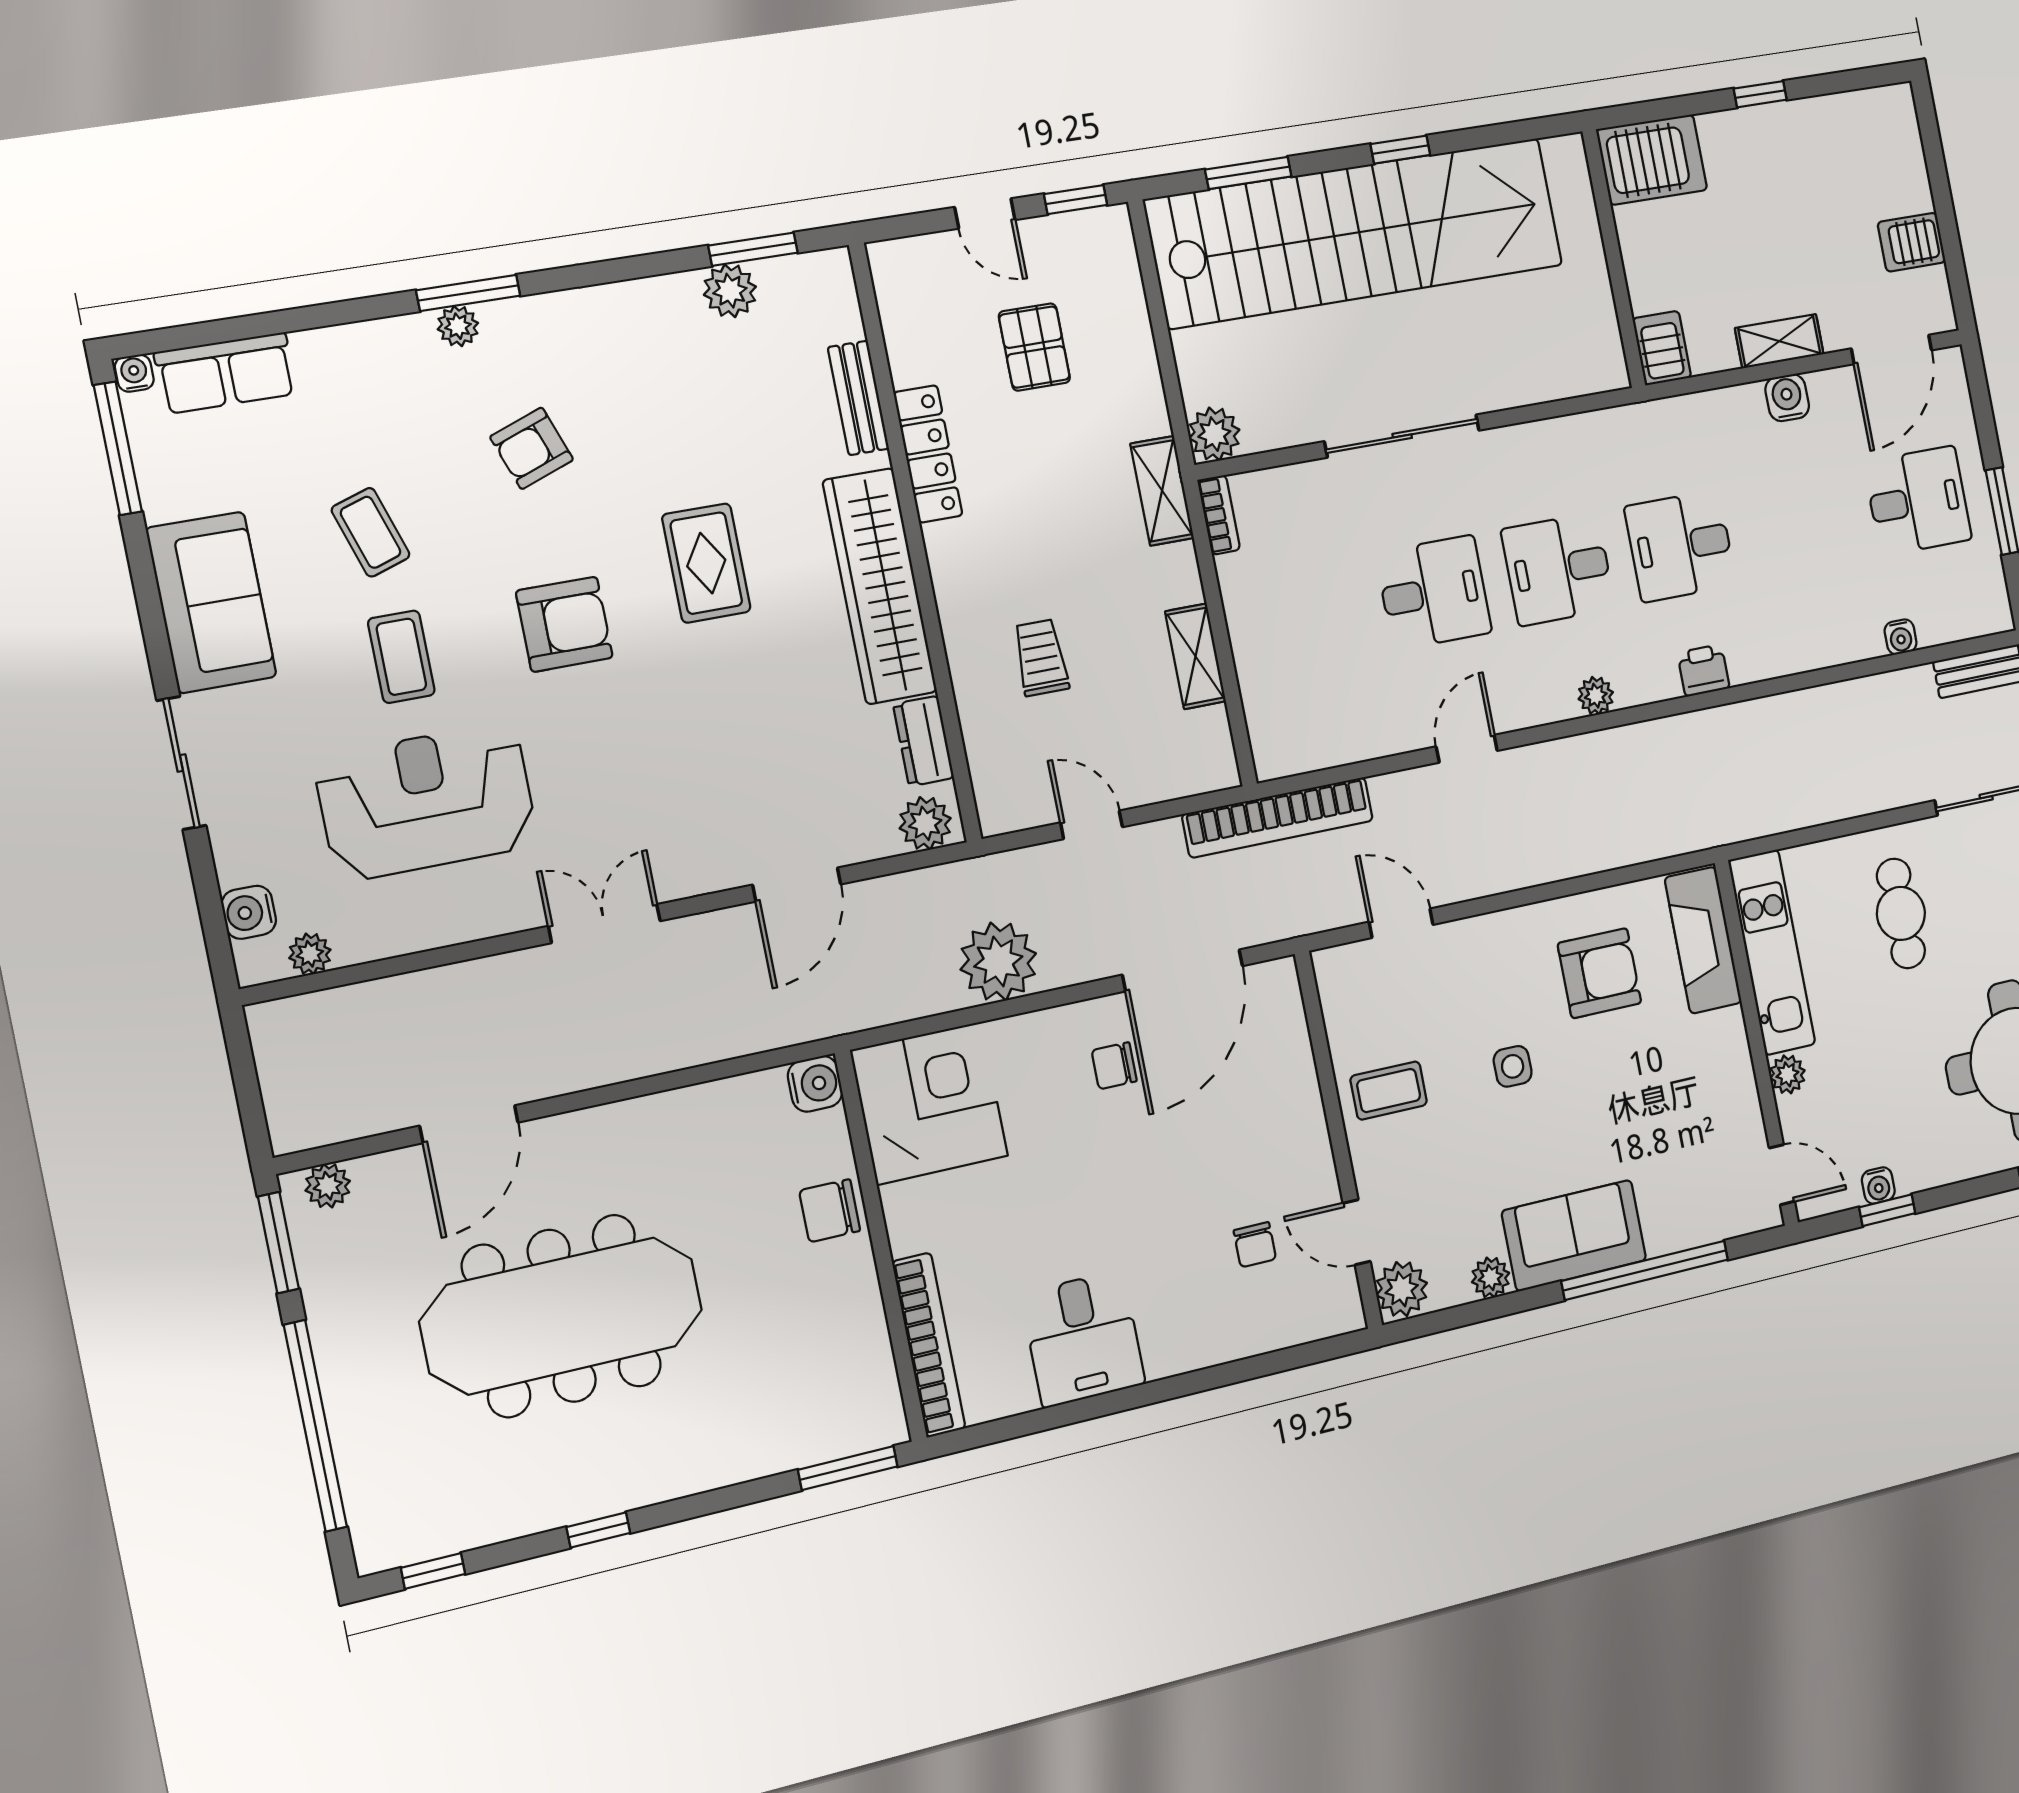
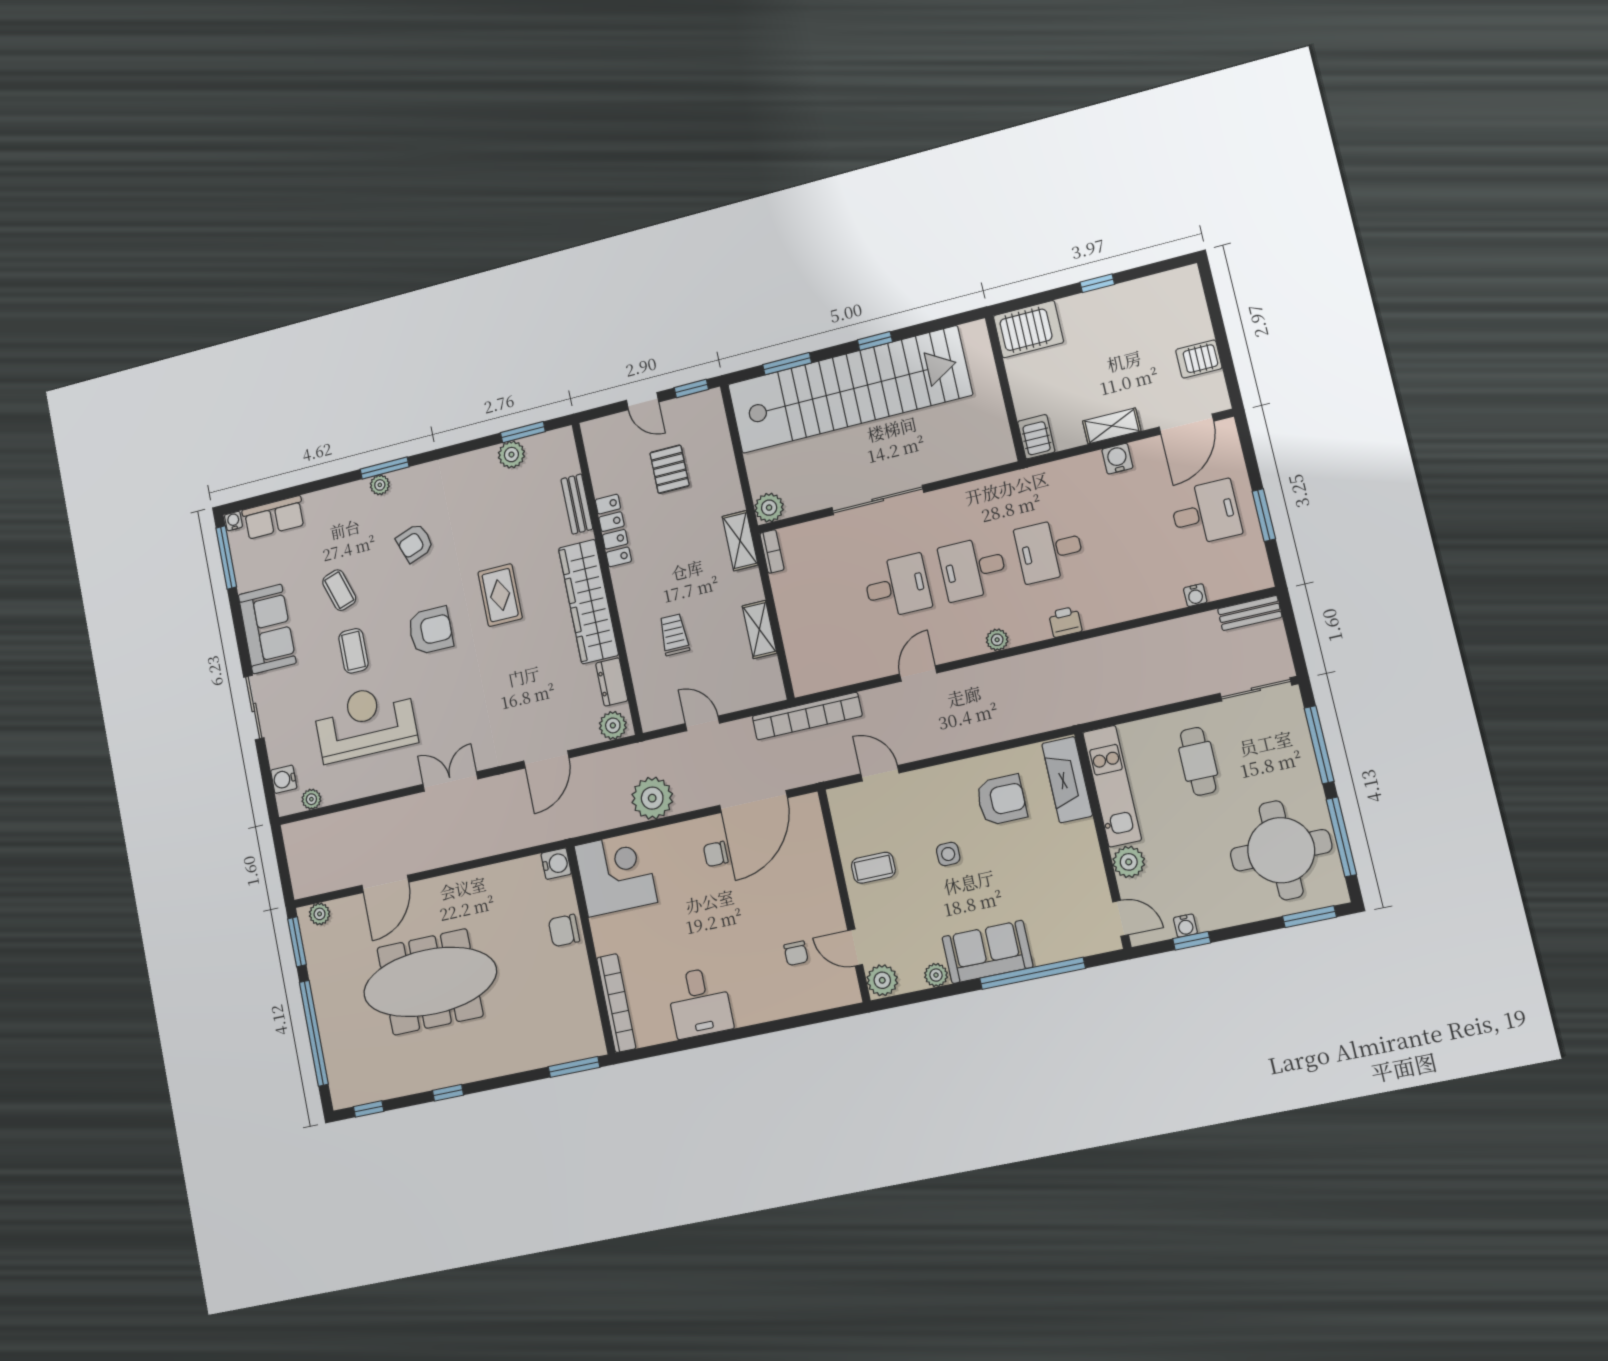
plant: (1787, 1074) -> (1129, 862), width x1.38, depth x1.38

